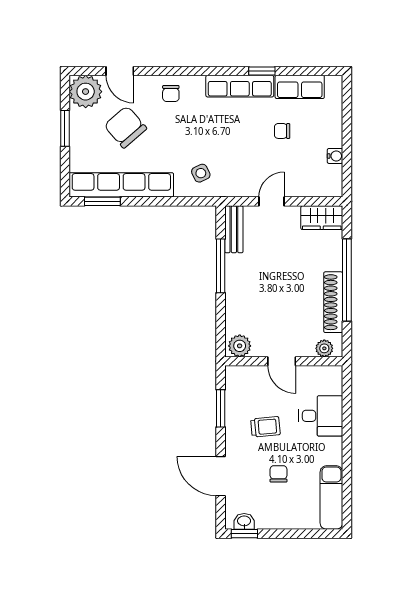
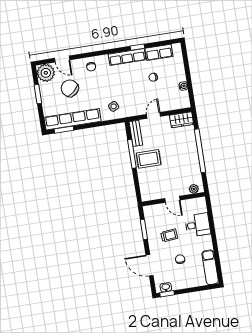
rug: (250, 280) -> (149, 159), added
shoe rack: (333, 302) -> (195, 164), removed
plant: (240, 346) -> (149, 195), removed

